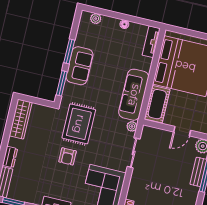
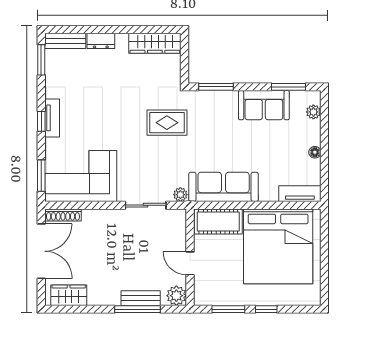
window: (69, 51) -> (289, 87), moved
sofa: (79, 66) -> (264, 105), moved
rug: (79, 124) -> (167, 123), width x0.73, depth x0.70
armchair: (68, 156) -> (120, 118), removed

